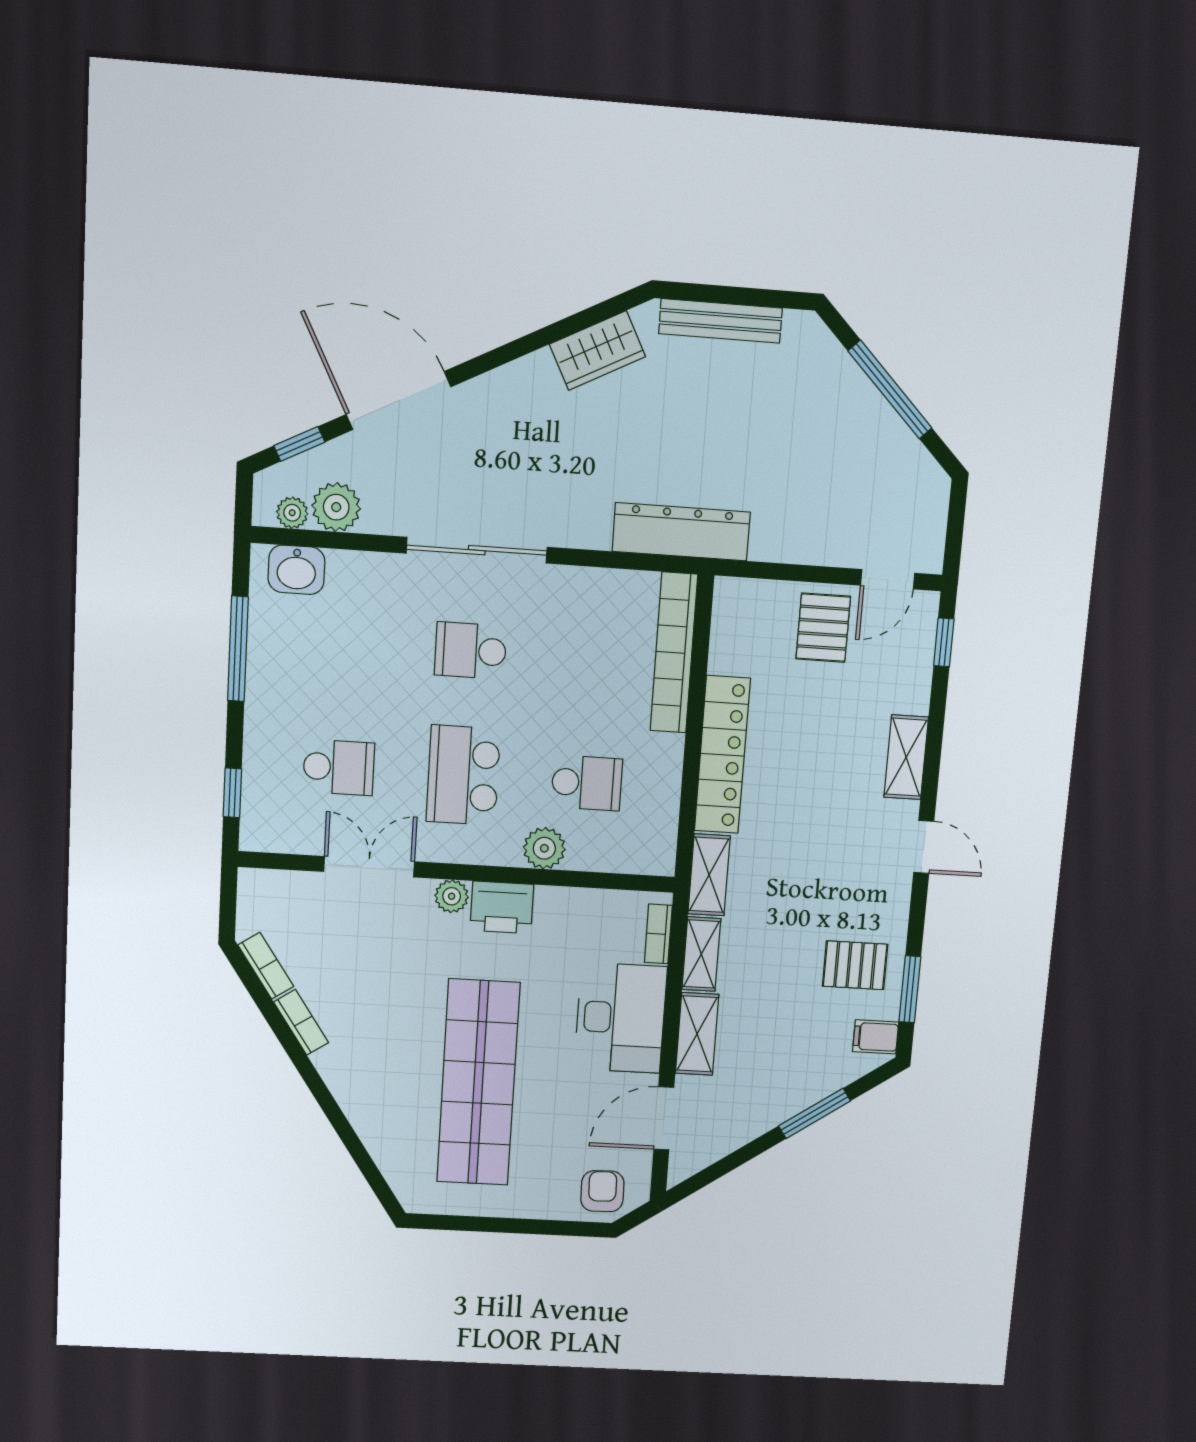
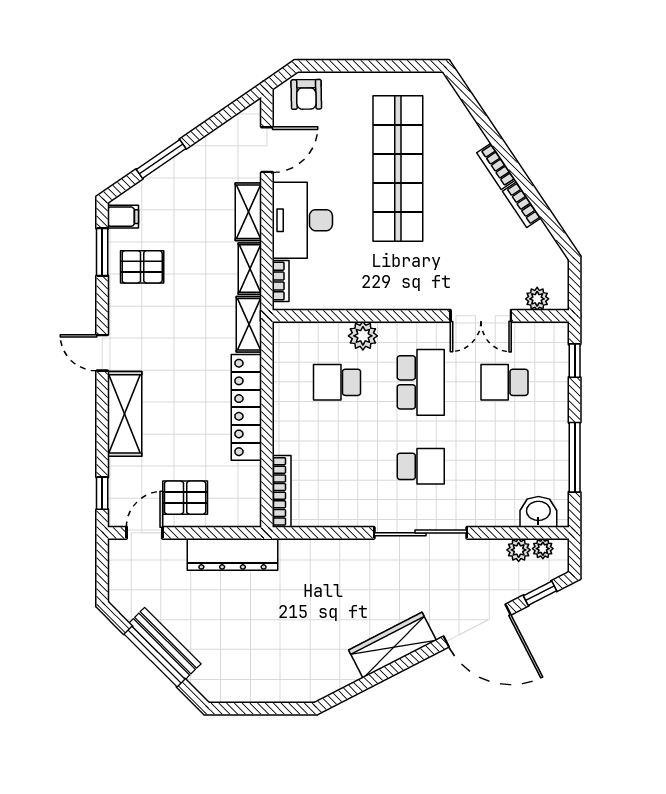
bench: (721, 321) -> (165, 643), moved, turned 45
wardrobe: (597, 350) -> (392, 645), moved, width x1.50
plant: (336, 507) -> (519, 550), width x0.73, depth x0.73
dresser: (681, 532) -> (232, 554), moved
pallet: (823, 628) -> (185, 498), turned 90
bookcase: (674, 653) -> (282, 491), width x0.68, depth x0.76
shelving: (906, 757) -> (125, 414), width x1.50, depth x1.33
plant: (452, 896) -> (537, 299), moved
printer: (502, 907) -> (389, 293), removed
bookcase: (266, 966) -> (496, 166), moved

